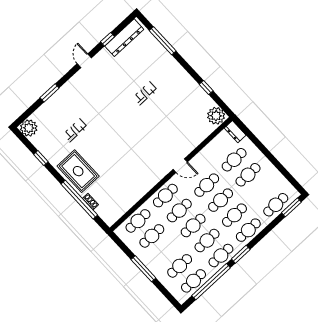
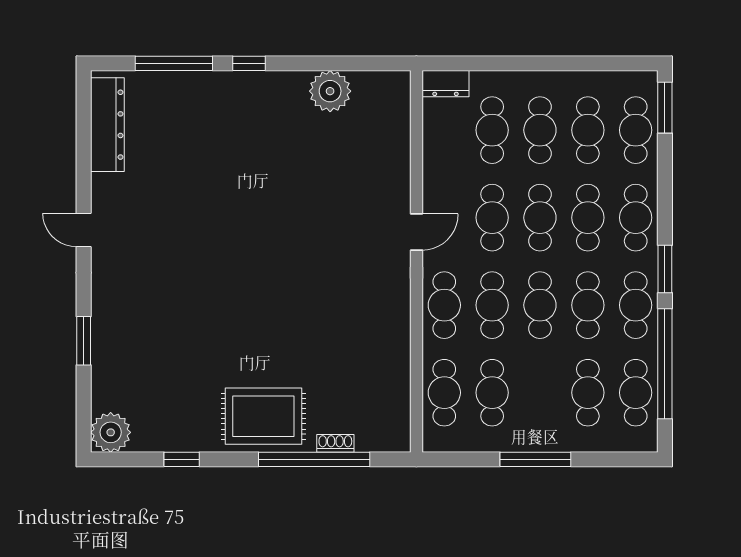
window: (108, 39) -> (84, 156), removed
window: (206, 88) -> (249, 63), moved
plant: (216, 116) -> (330, 91), moved
cafe table: (262, 190) -> (588, 130), added

